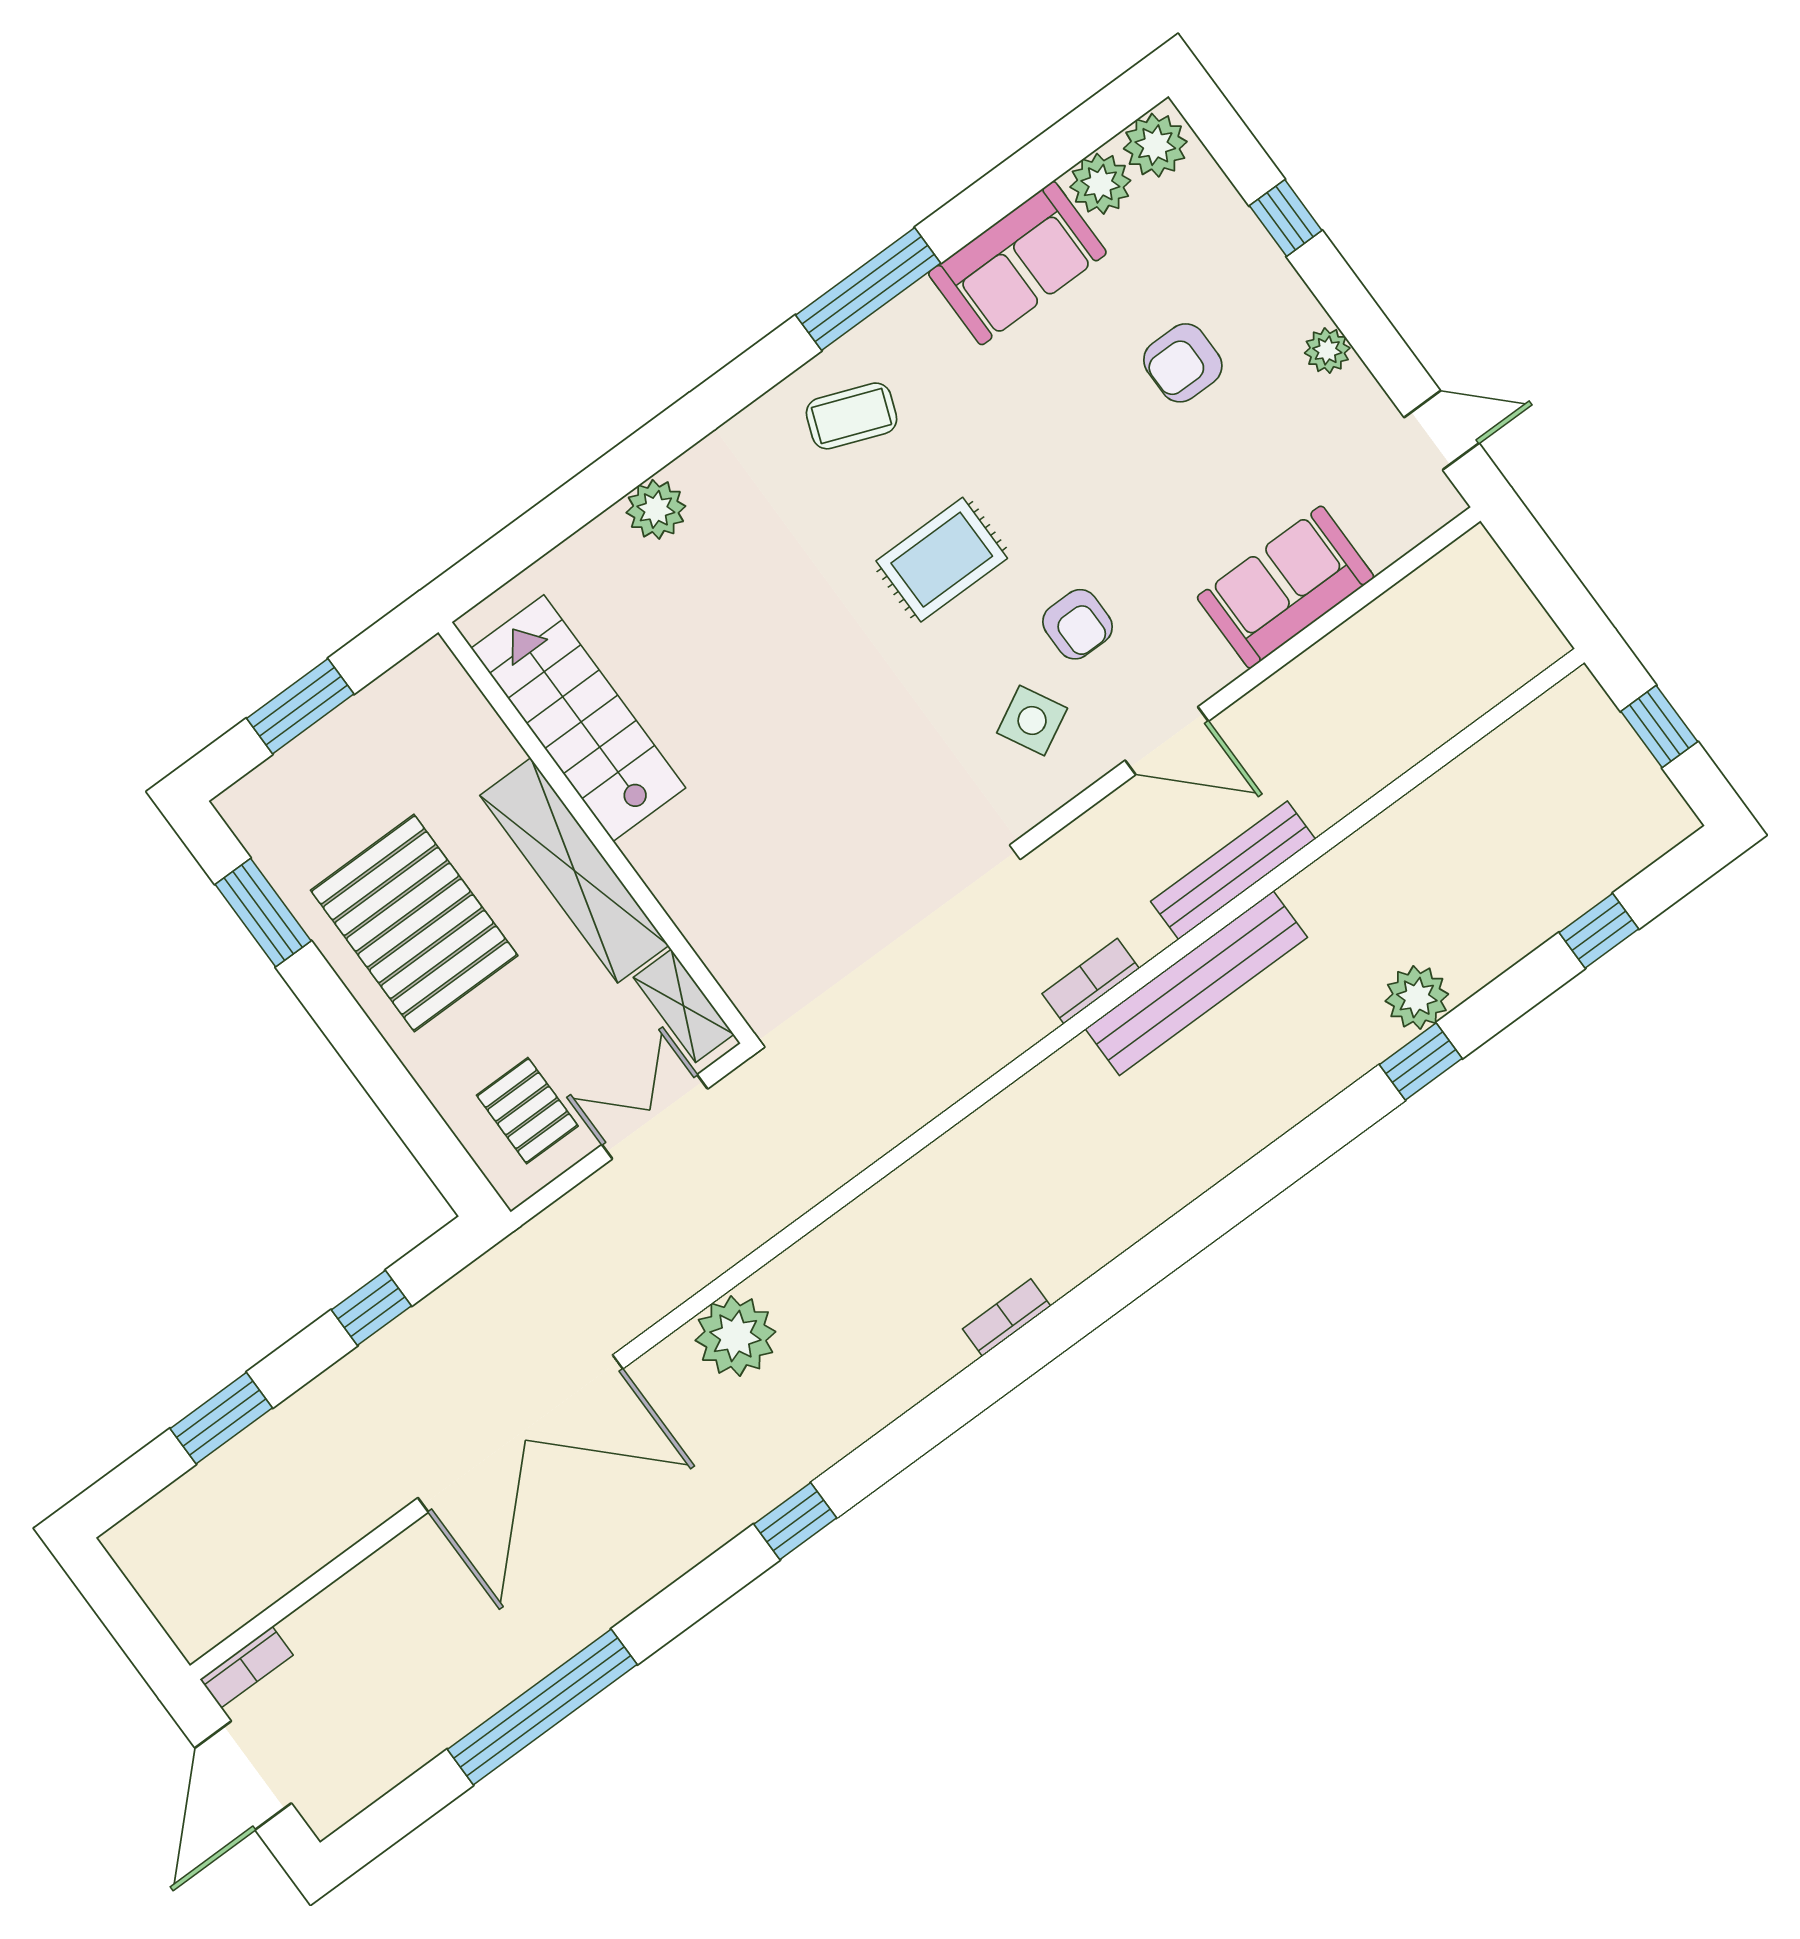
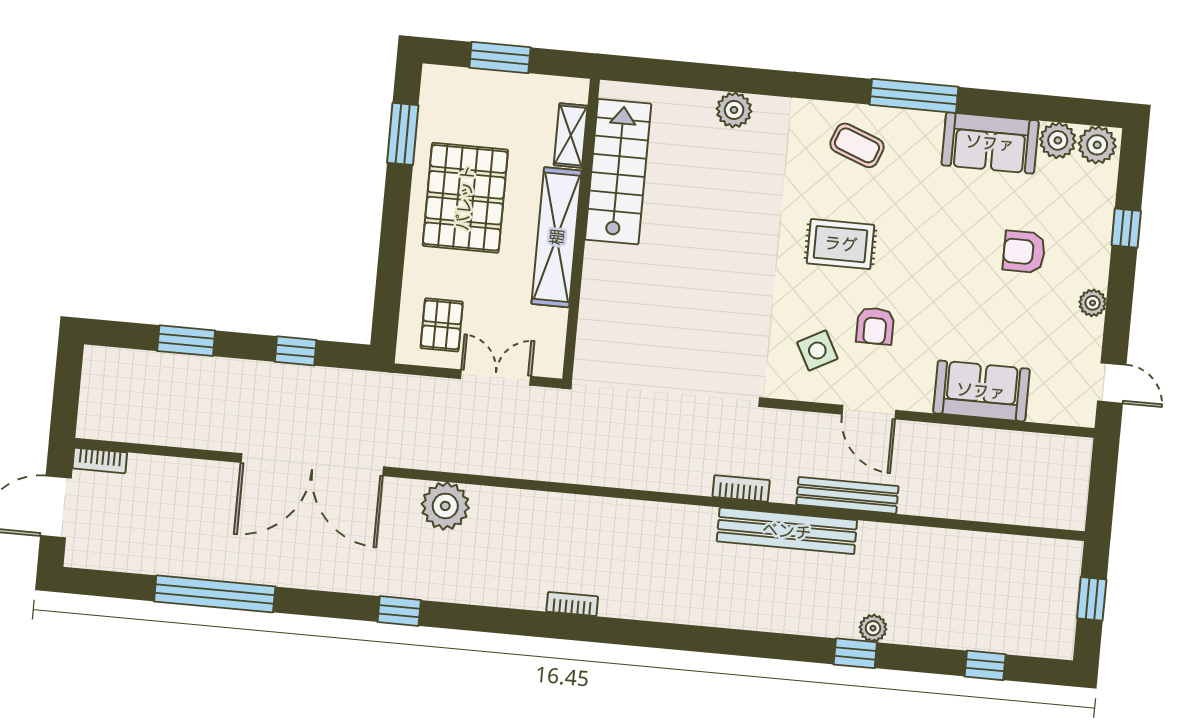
plant: (1417, 998) -> (873, 628), width x0.73, depth x0.73
shelving: (684, 1006) -> (571, 136), moved

